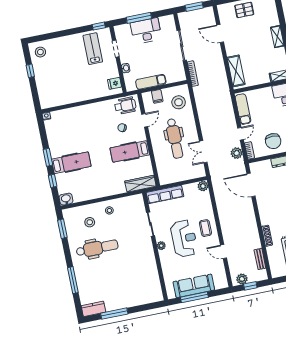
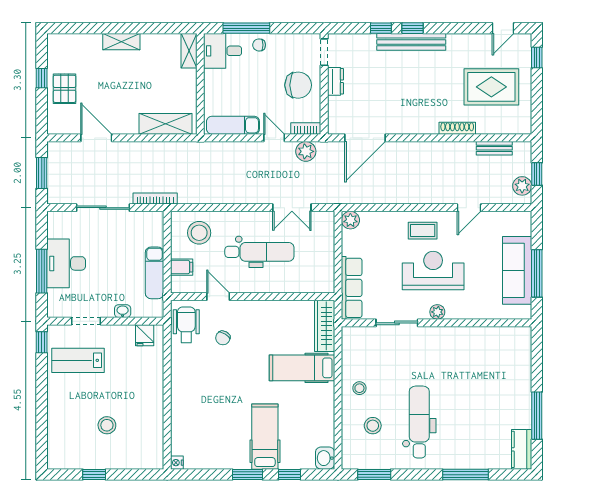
door: (220, 33) -> (96, 138), swing flipped
stool: (40, 52) -> (107, 425), moved
hospital bed: (130, 151) -> (302, 368), moved, turned 90

